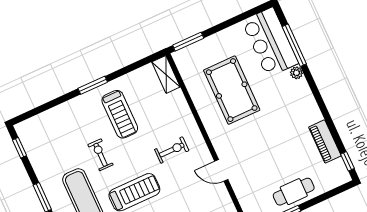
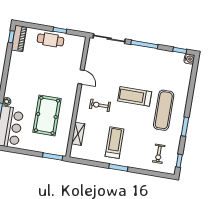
shelving: (166, 74) -> (78, 134), moved
piano: (325, 141) -> (19, 38), moved
exercise bike: (100, 155) -> (159, 154), moved

